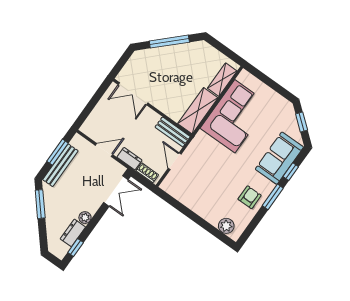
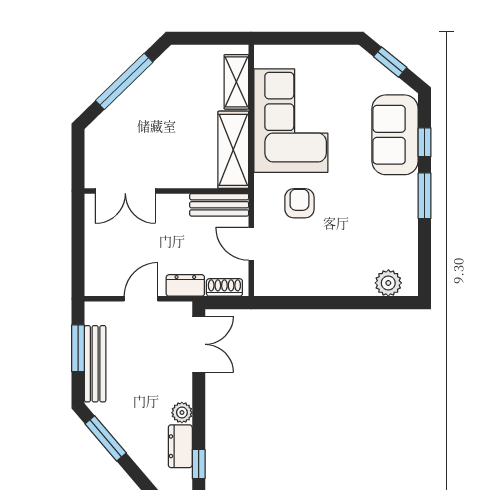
armchair: (250, 197) -> (299, 203), moved

